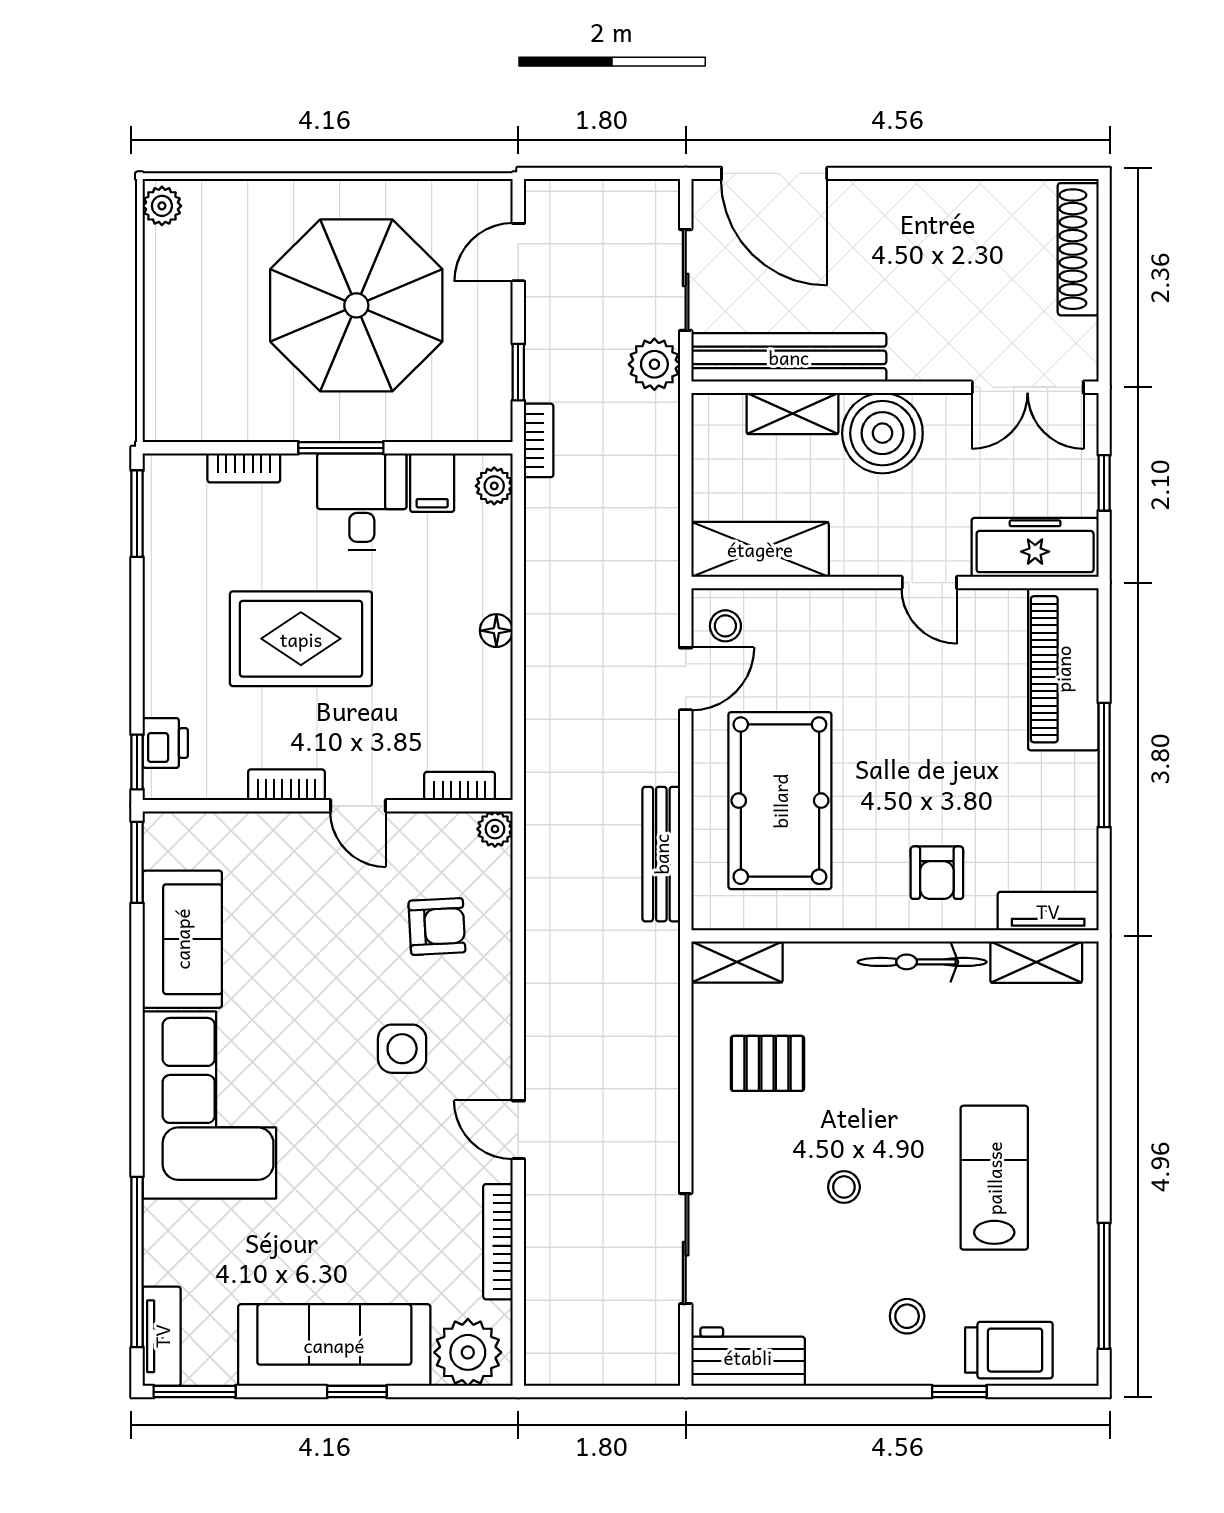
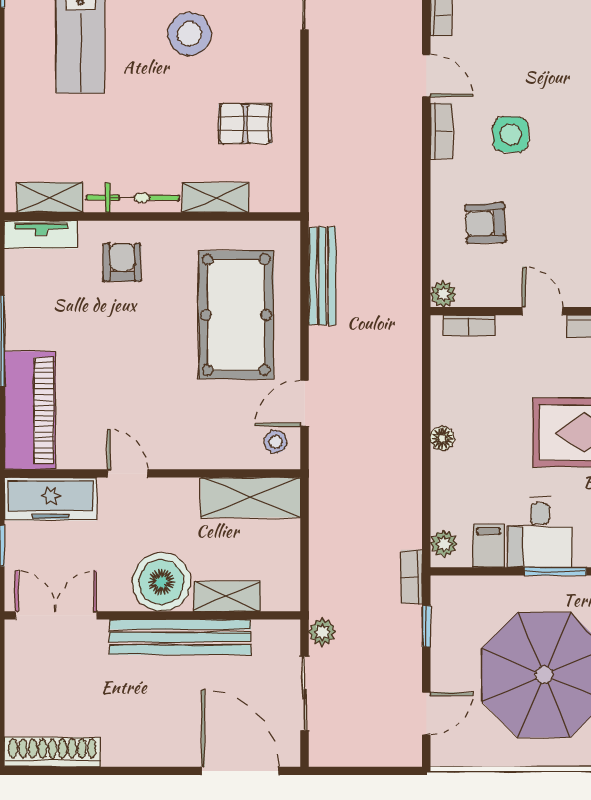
shoe rack: (1078, 249) -> (52, 752), moved, turned -90
bench: (789, 357) -> (180, 637), moved
plant: (654, 364) -> (322, 632), width x0.73, depth x0.73
shelving: (737, 962) -> (215, 198), moved
bookcase: (497, 1054) -> (441, 131), added
stool: (844, 1187) -> (189, 34), width x1.89, depth x1.89

